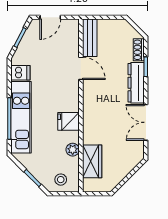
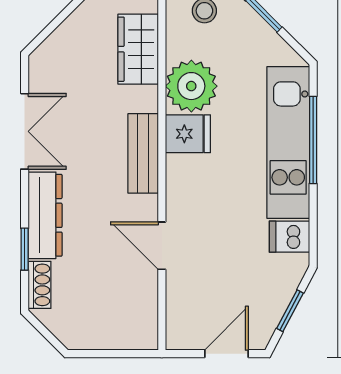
bench: (90, 38) -> (143, 153), moved
plant: (73, 150) -> (191, 86), width x1.87, depth x1.87

